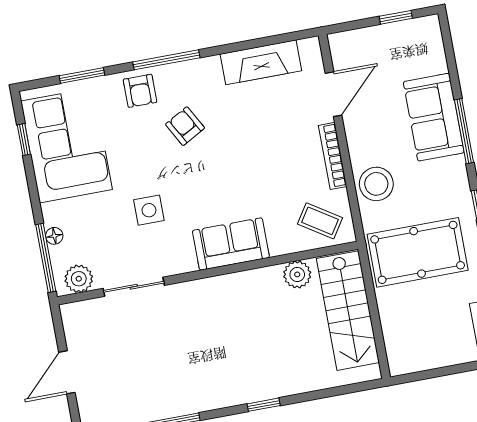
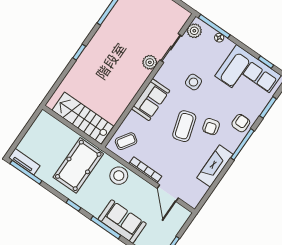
fireplace: (261, 62) -> (215, 166), moved
armchair: (140, 91) -> (241, 123), turned 90
armchair: (185, 126) -> (211, 127), turned 103
coffee table: (221, 163) -> (184, 126), added
plant: (297, 274) -> (150, 62), moved

